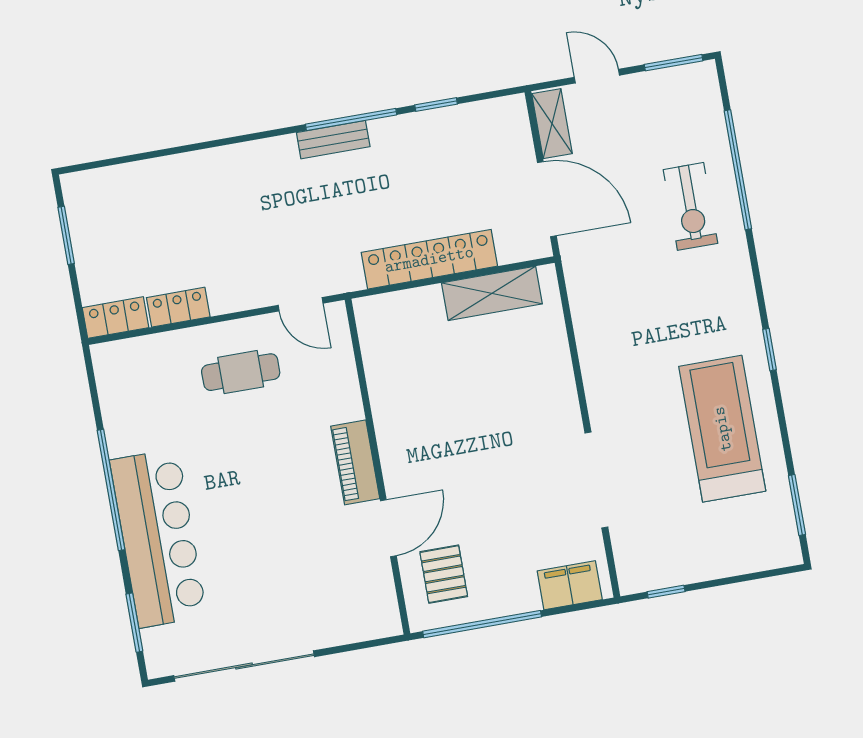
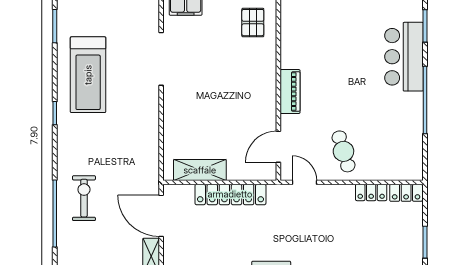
cafe table: (241, 372) -> (343, 151), turned 73
door: (388, 528) -> (278, 147), moved
bar counter: (158, 538) -> (404, 57), width x0.73

